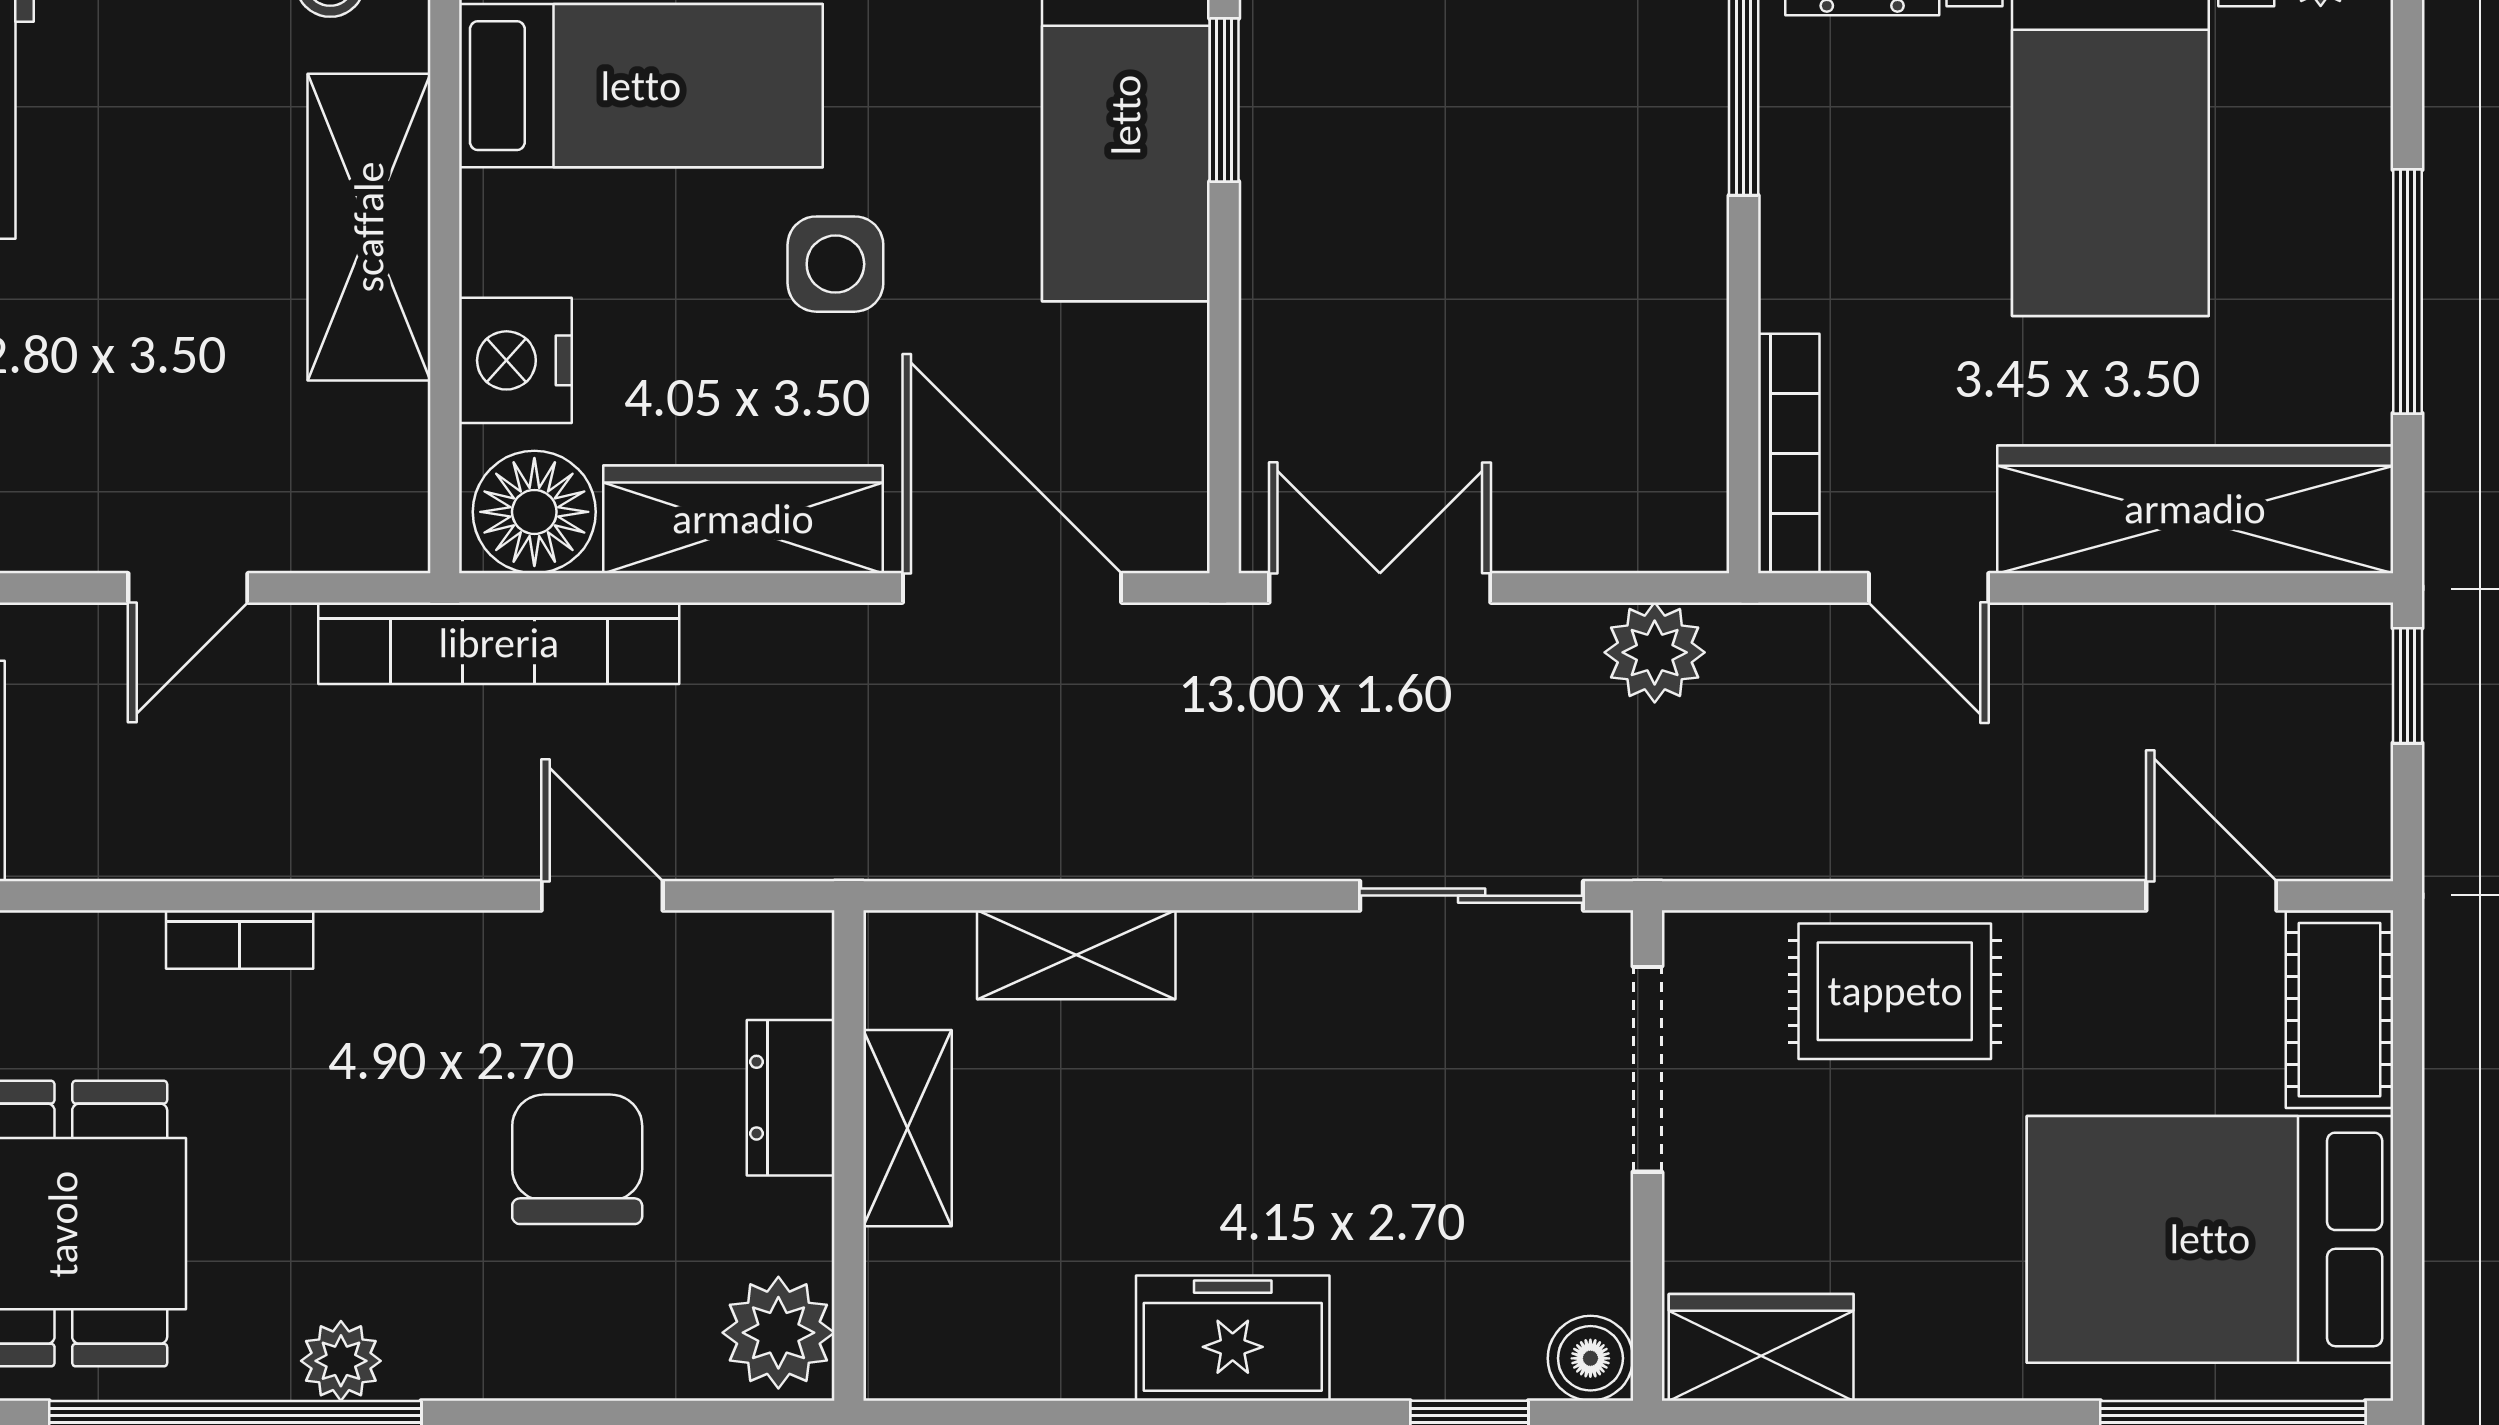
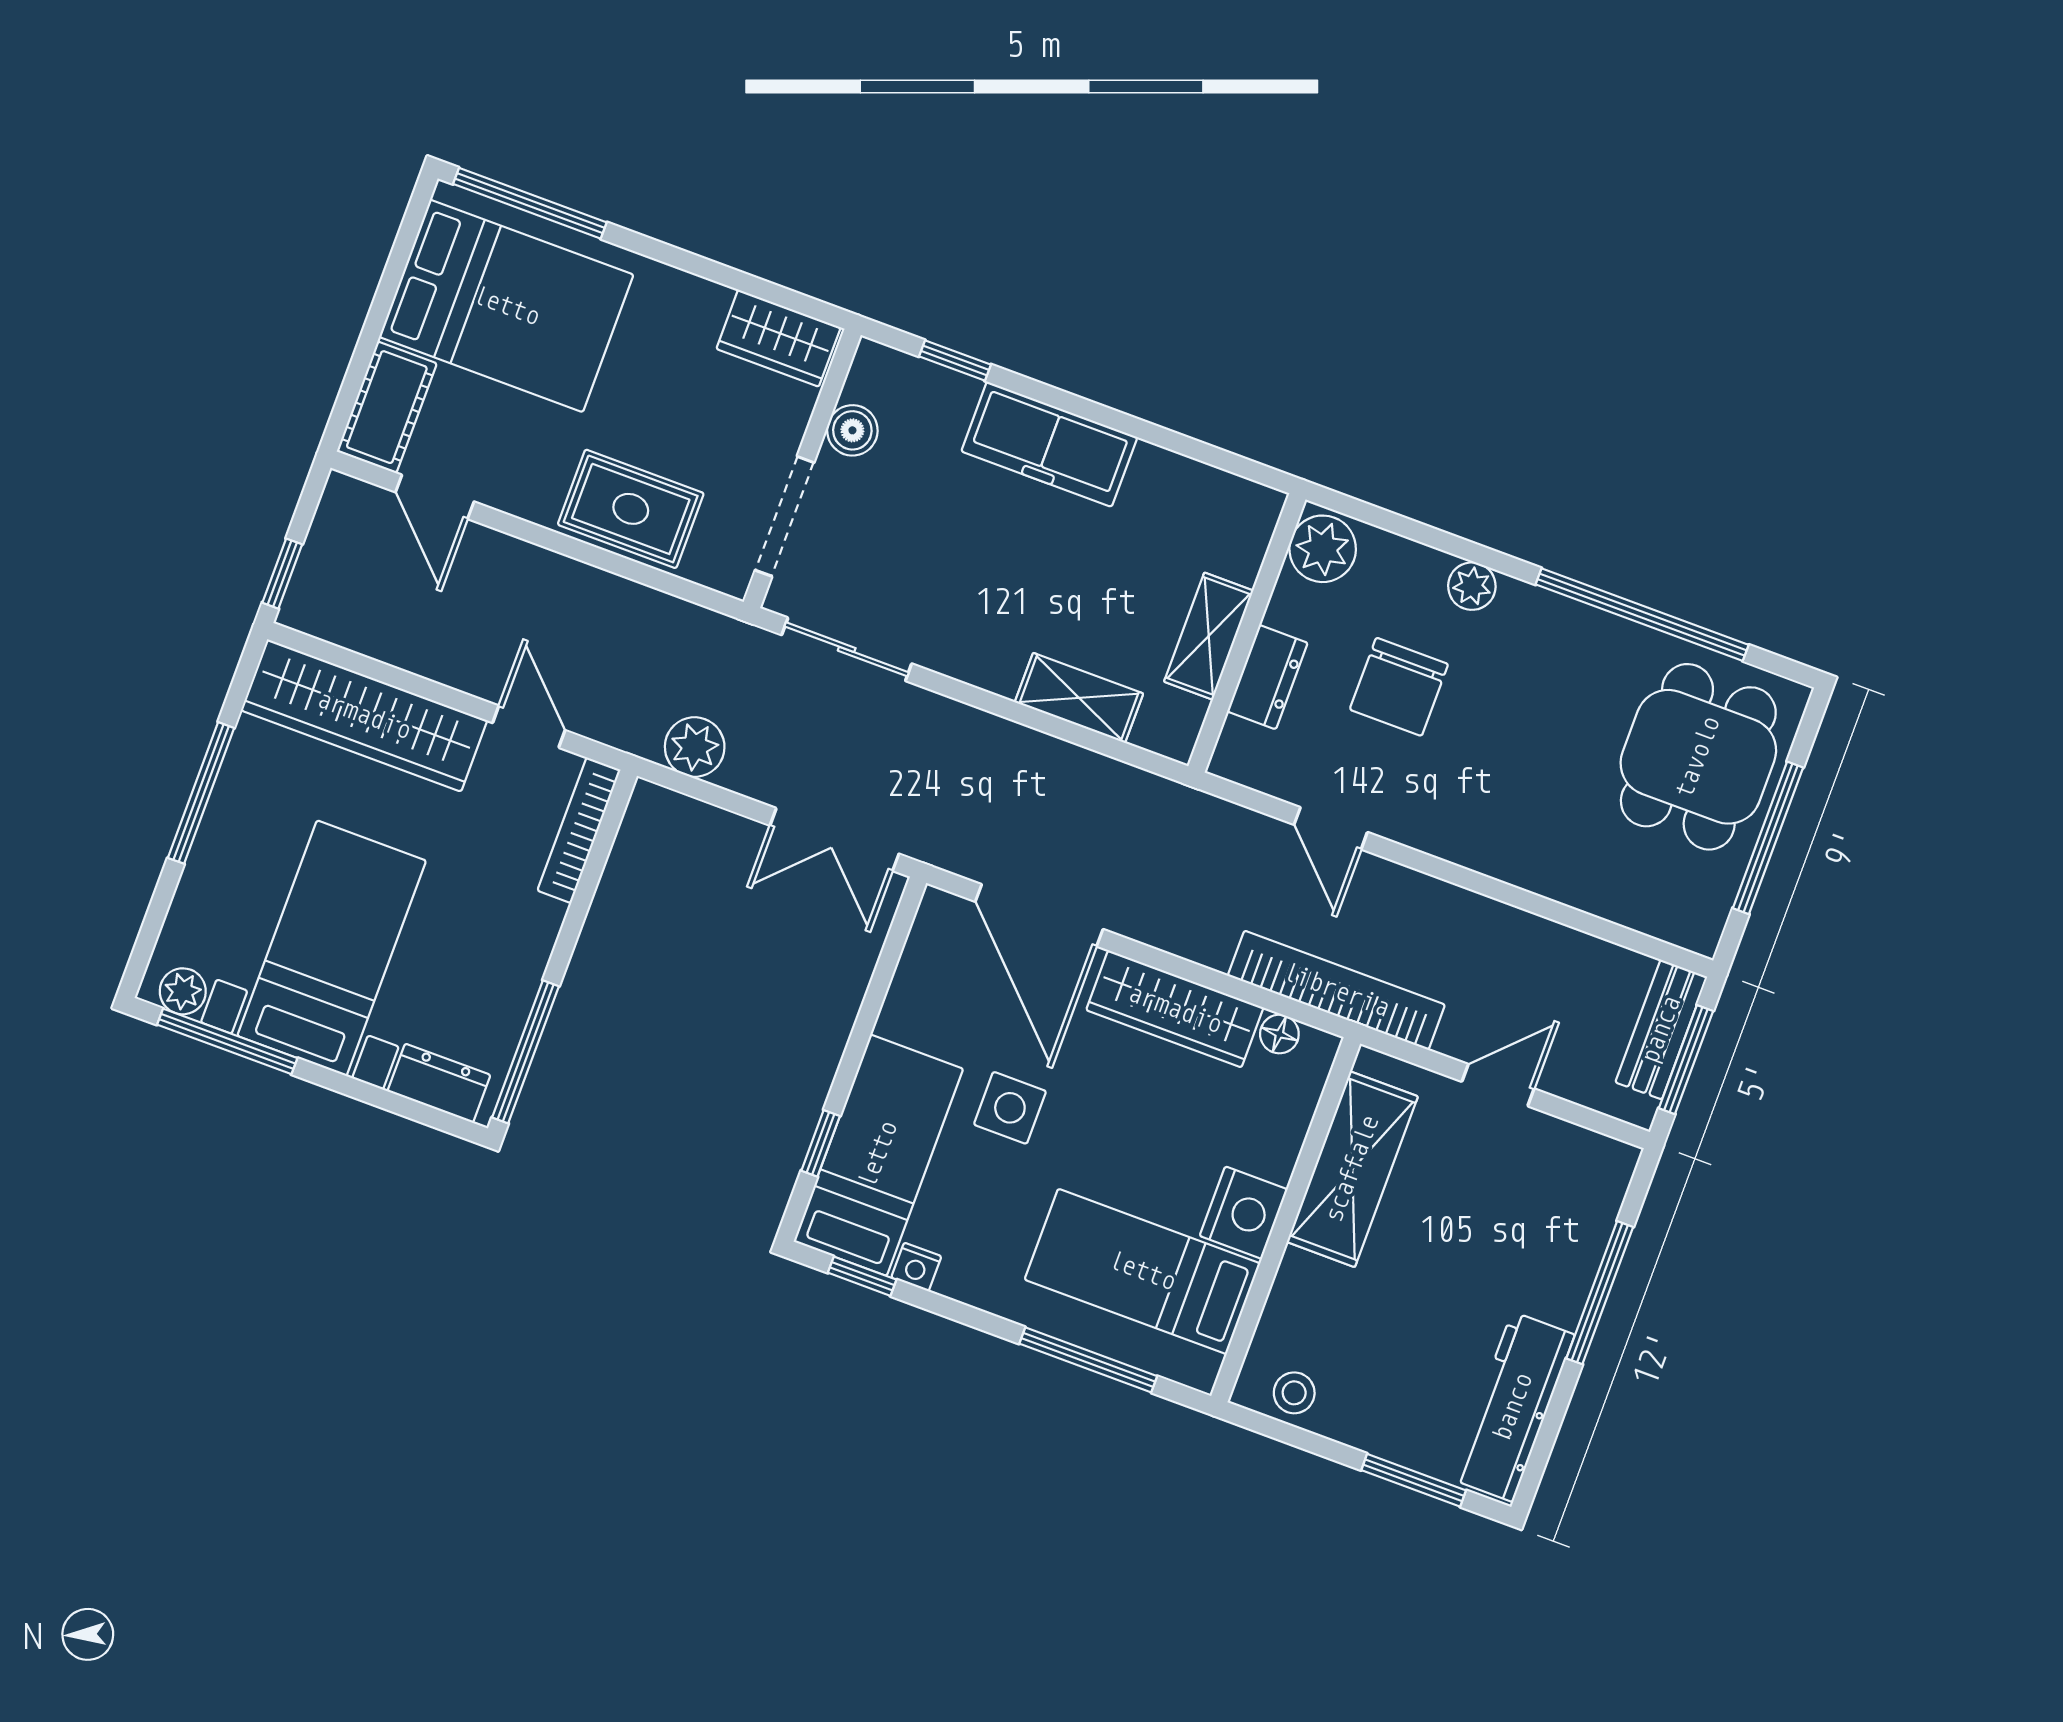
window: (1224, 100) -> (821, 1143), width x0.67
shelving: (369, 227) -> (1352, 1169), moved
side table: (835, 264) -> (1010, 1108), moved
nightstand: (515, 360) -> (1244, 1213), moved
floor lamp: (534, 512) -> (1279, 1034), width x0.53, depth x0.53
bookcase: (240, 940) -> (1542, 879), removed
freezer: (1233, 1338) -> (1049, 444), width x1.40
boiler: (1590, 1358) -> (852, 430), moved
plant: (341, 1361) -> (1472, 586), moved

